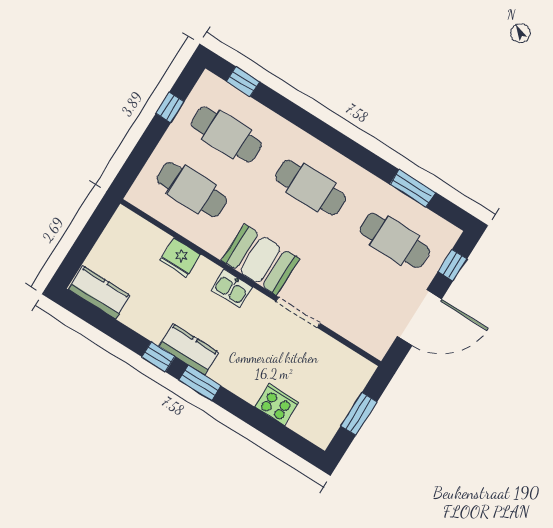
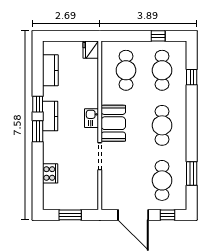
window: (243, 82) -> (192, 77), moved
fridge: (180, 258) -> (91, 50), moved
kitchen counter: (99, 292) -> (50, 70), moved

